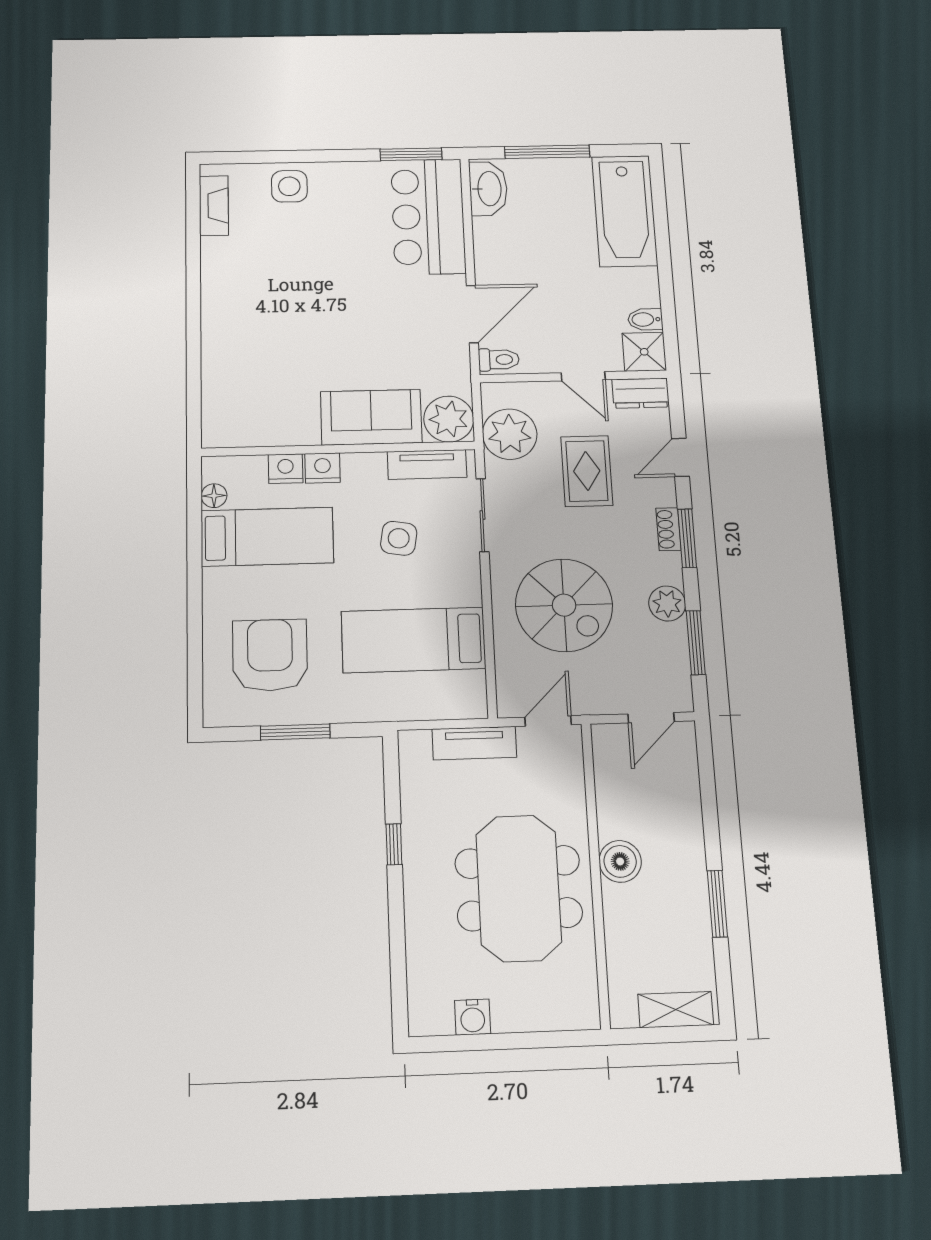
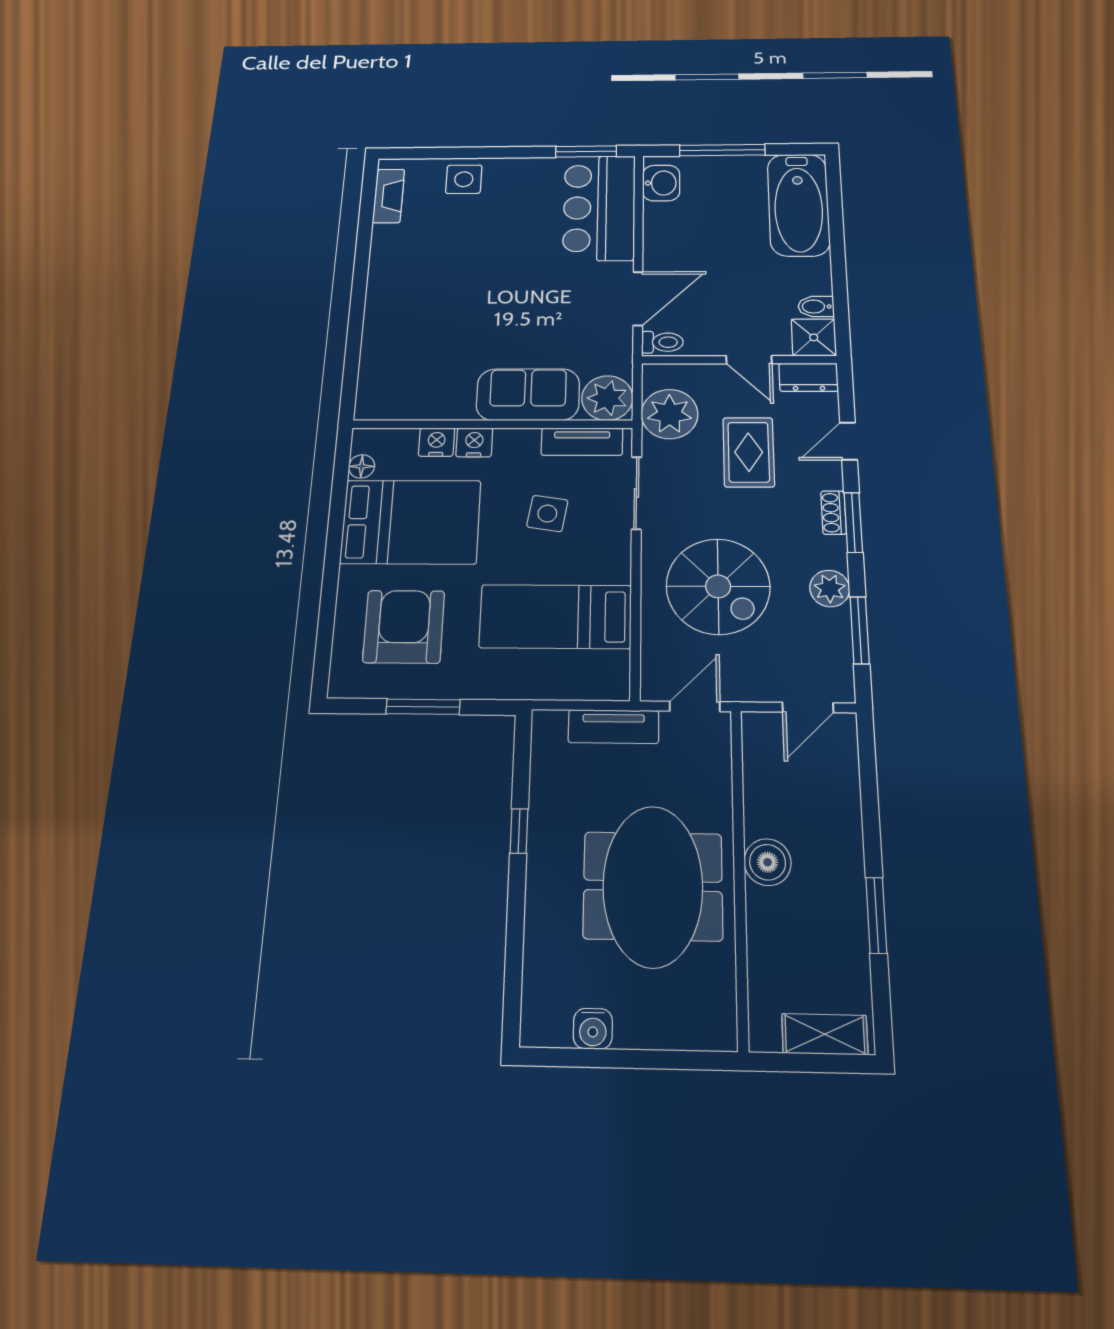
washbasin: (488, 189) -> (661, 183), width x0.72
bed: (267, 537) -> (411, 522), width x1.50

